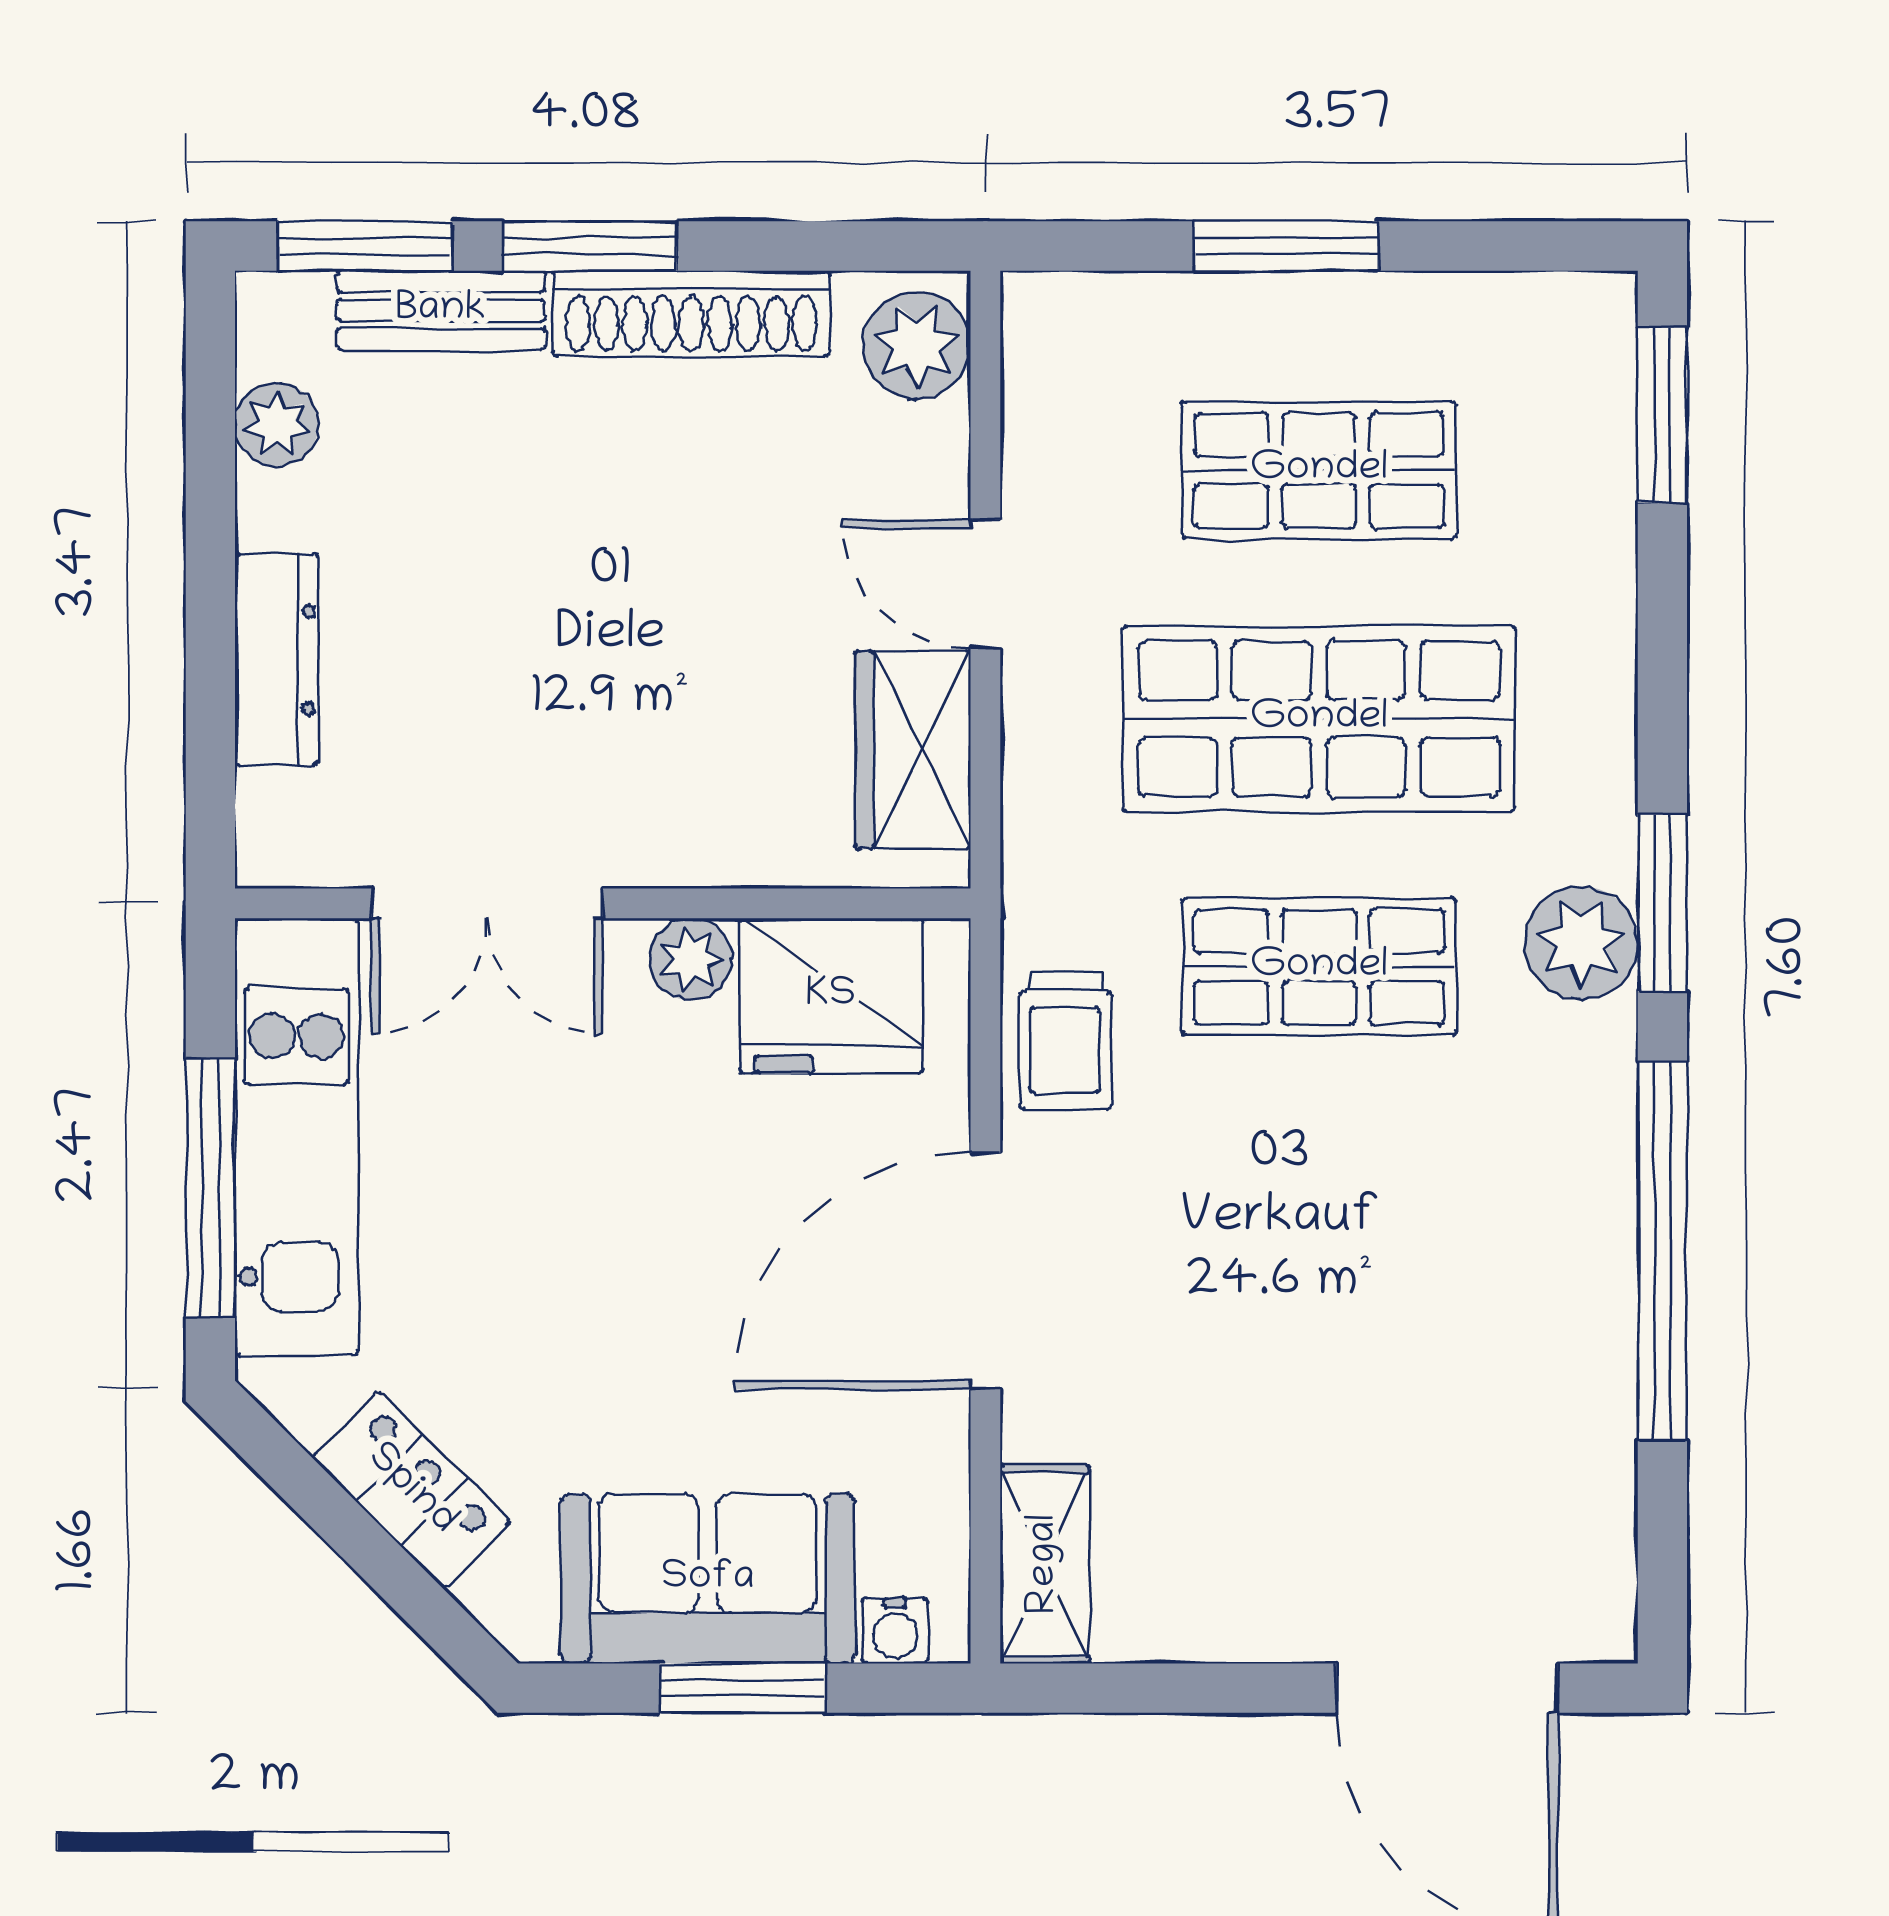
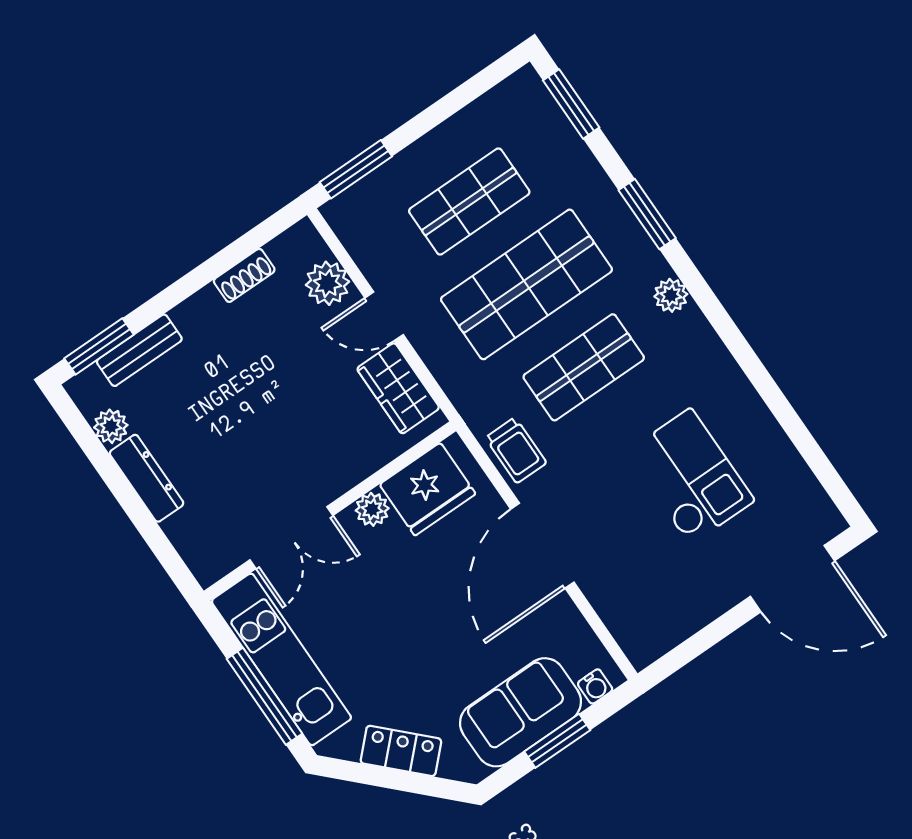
window: (590, 246) -> (174, 295), removed
window: (1286, 246) -> (356, 169), moved
shoe rack: (691, 313) -> (244, 275), width x0.51, depth x0.81
plant: (917, 345) -> (327, 283), moved
dresser: (276, 660) -> (147, 478), moved
window: (1662, 903) -> (647, 214), moved
plant: (1581, 943) -> (671, 295), width x0.73, depth x0.73
window: (1662, 1251) -> (764, 383), removed
checkout: (1383, 1338) -> (690, 476), added
shelving: (1045, 1564) -> (630, 630), removed

